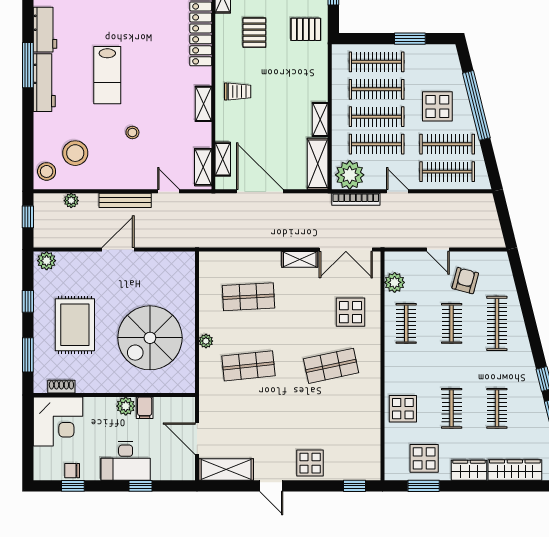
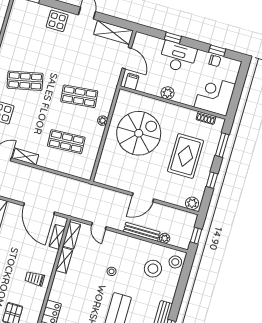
shelving: (204, 104) -> (64, 260), moved
bench: (125, 200) -> (142, 232), moved
filing cabinet: (145, 408) -> (132, 82), moved

